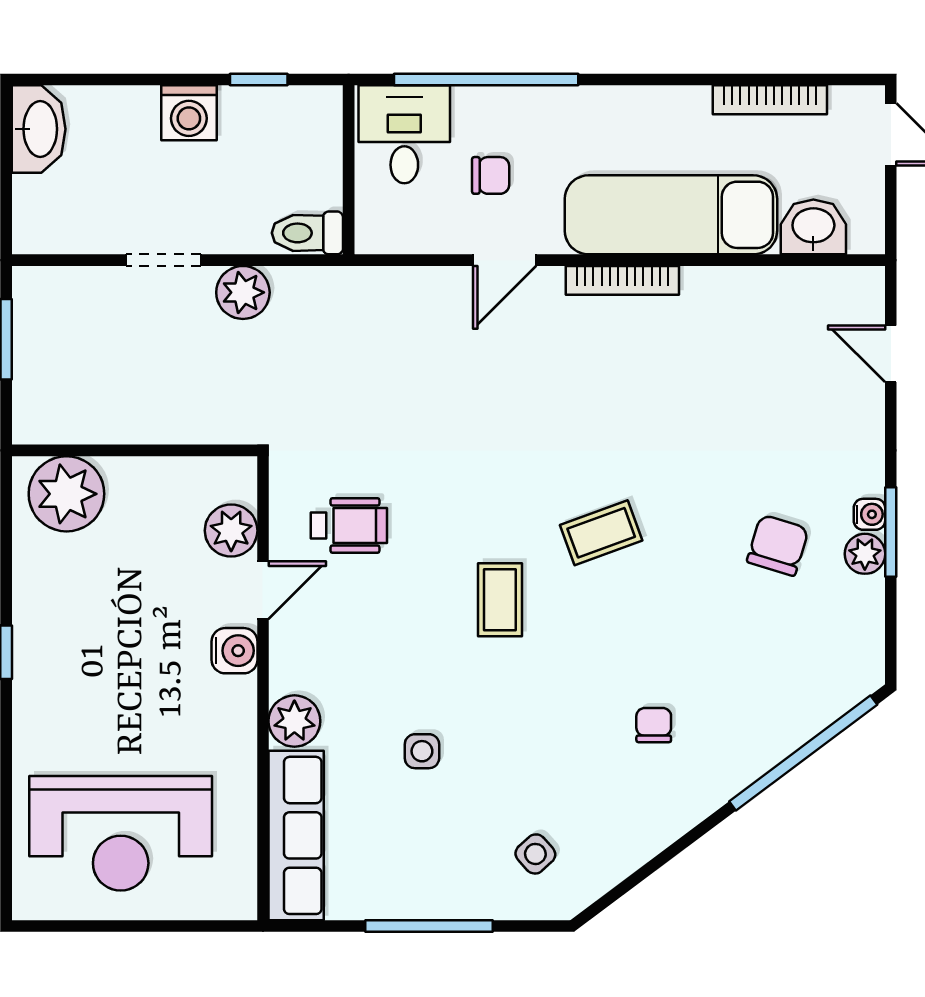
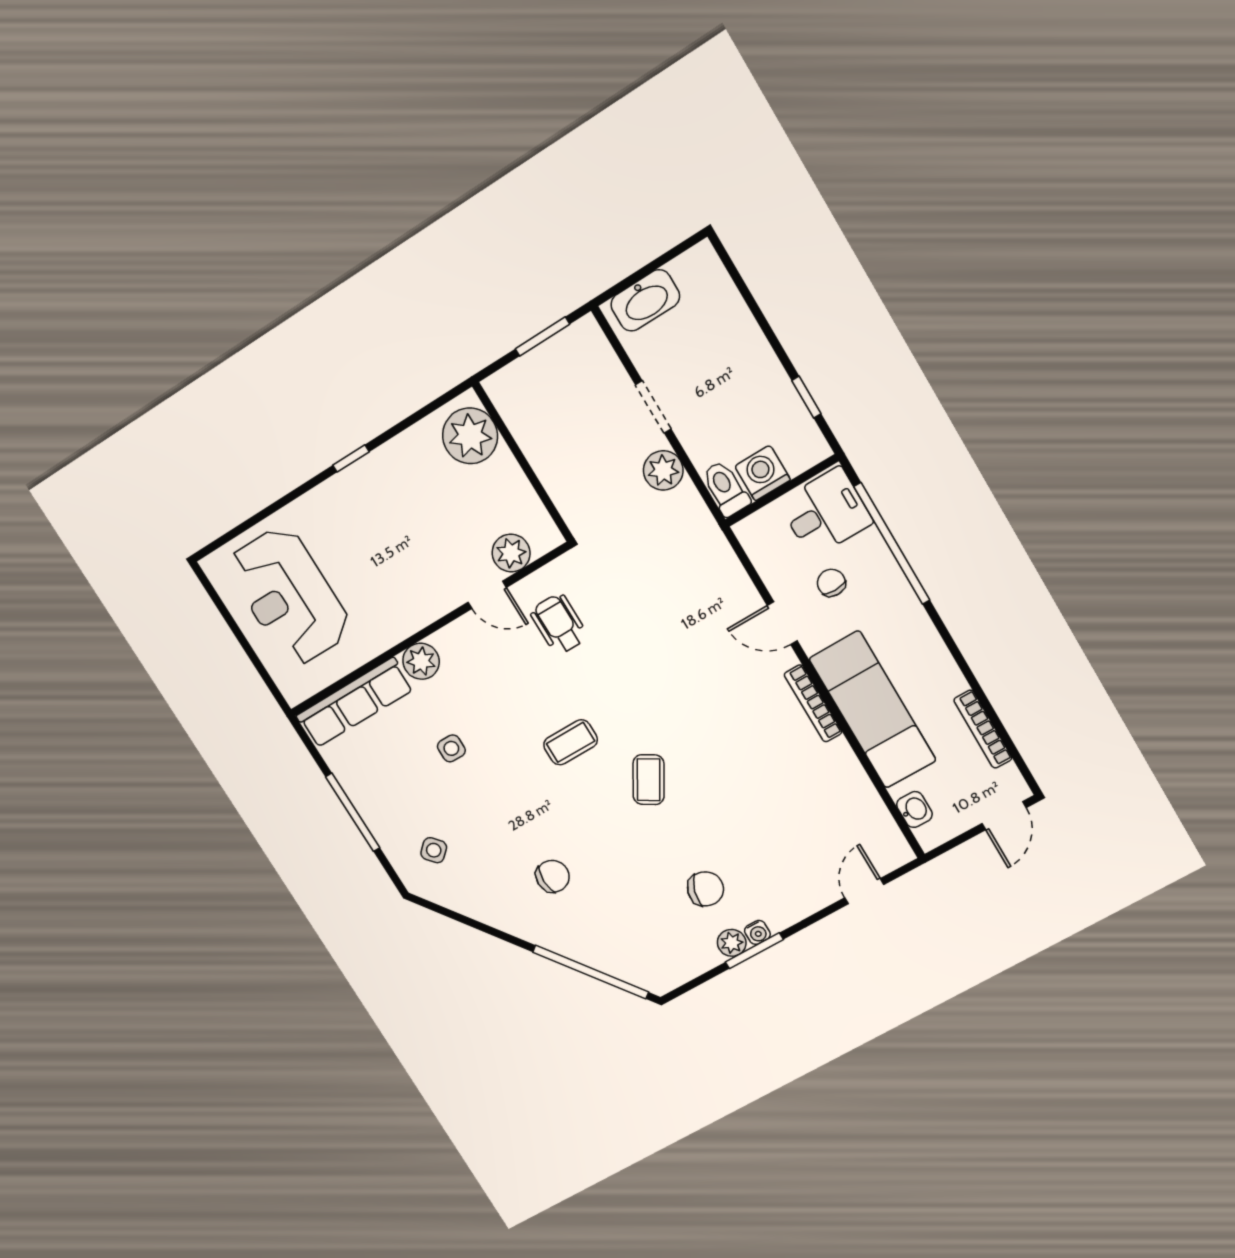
washing machine: (189, 113) -> (763, 473), moved, turned 90
washbasin: (39, 129) -> (645, 300), moved
chair: (491, 175) -> (831, 583), turned 180
washbasin: (813, 227) -> (914, 810), width x0.72, depth x0.69
wheelchair: (349, 525) -> (559, 624), turned 180
coffee table: (601, 533) -> (649, 780), turned 51
water cooler: (234, 651) -> (440, 599), removed
chair: (654, 725) -> (553, 876), width x1.37, depth x1.37

